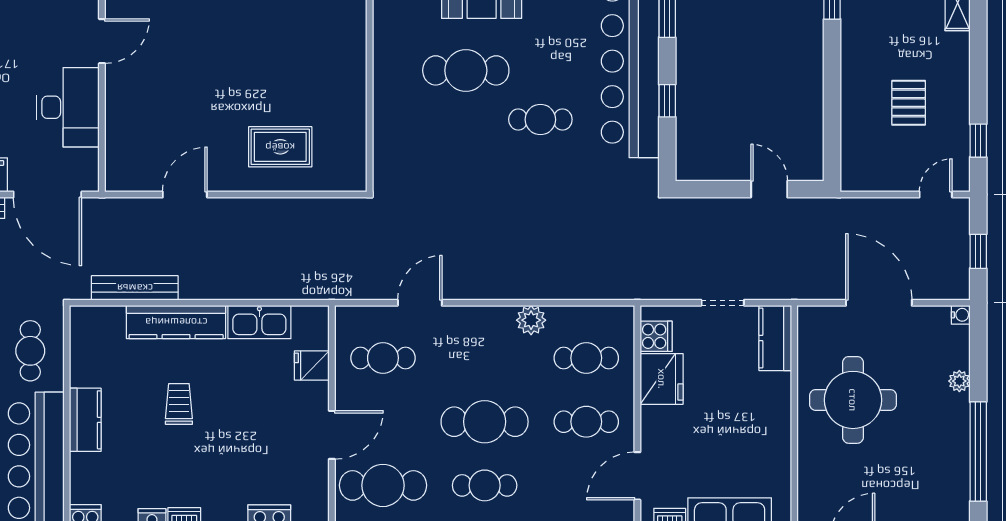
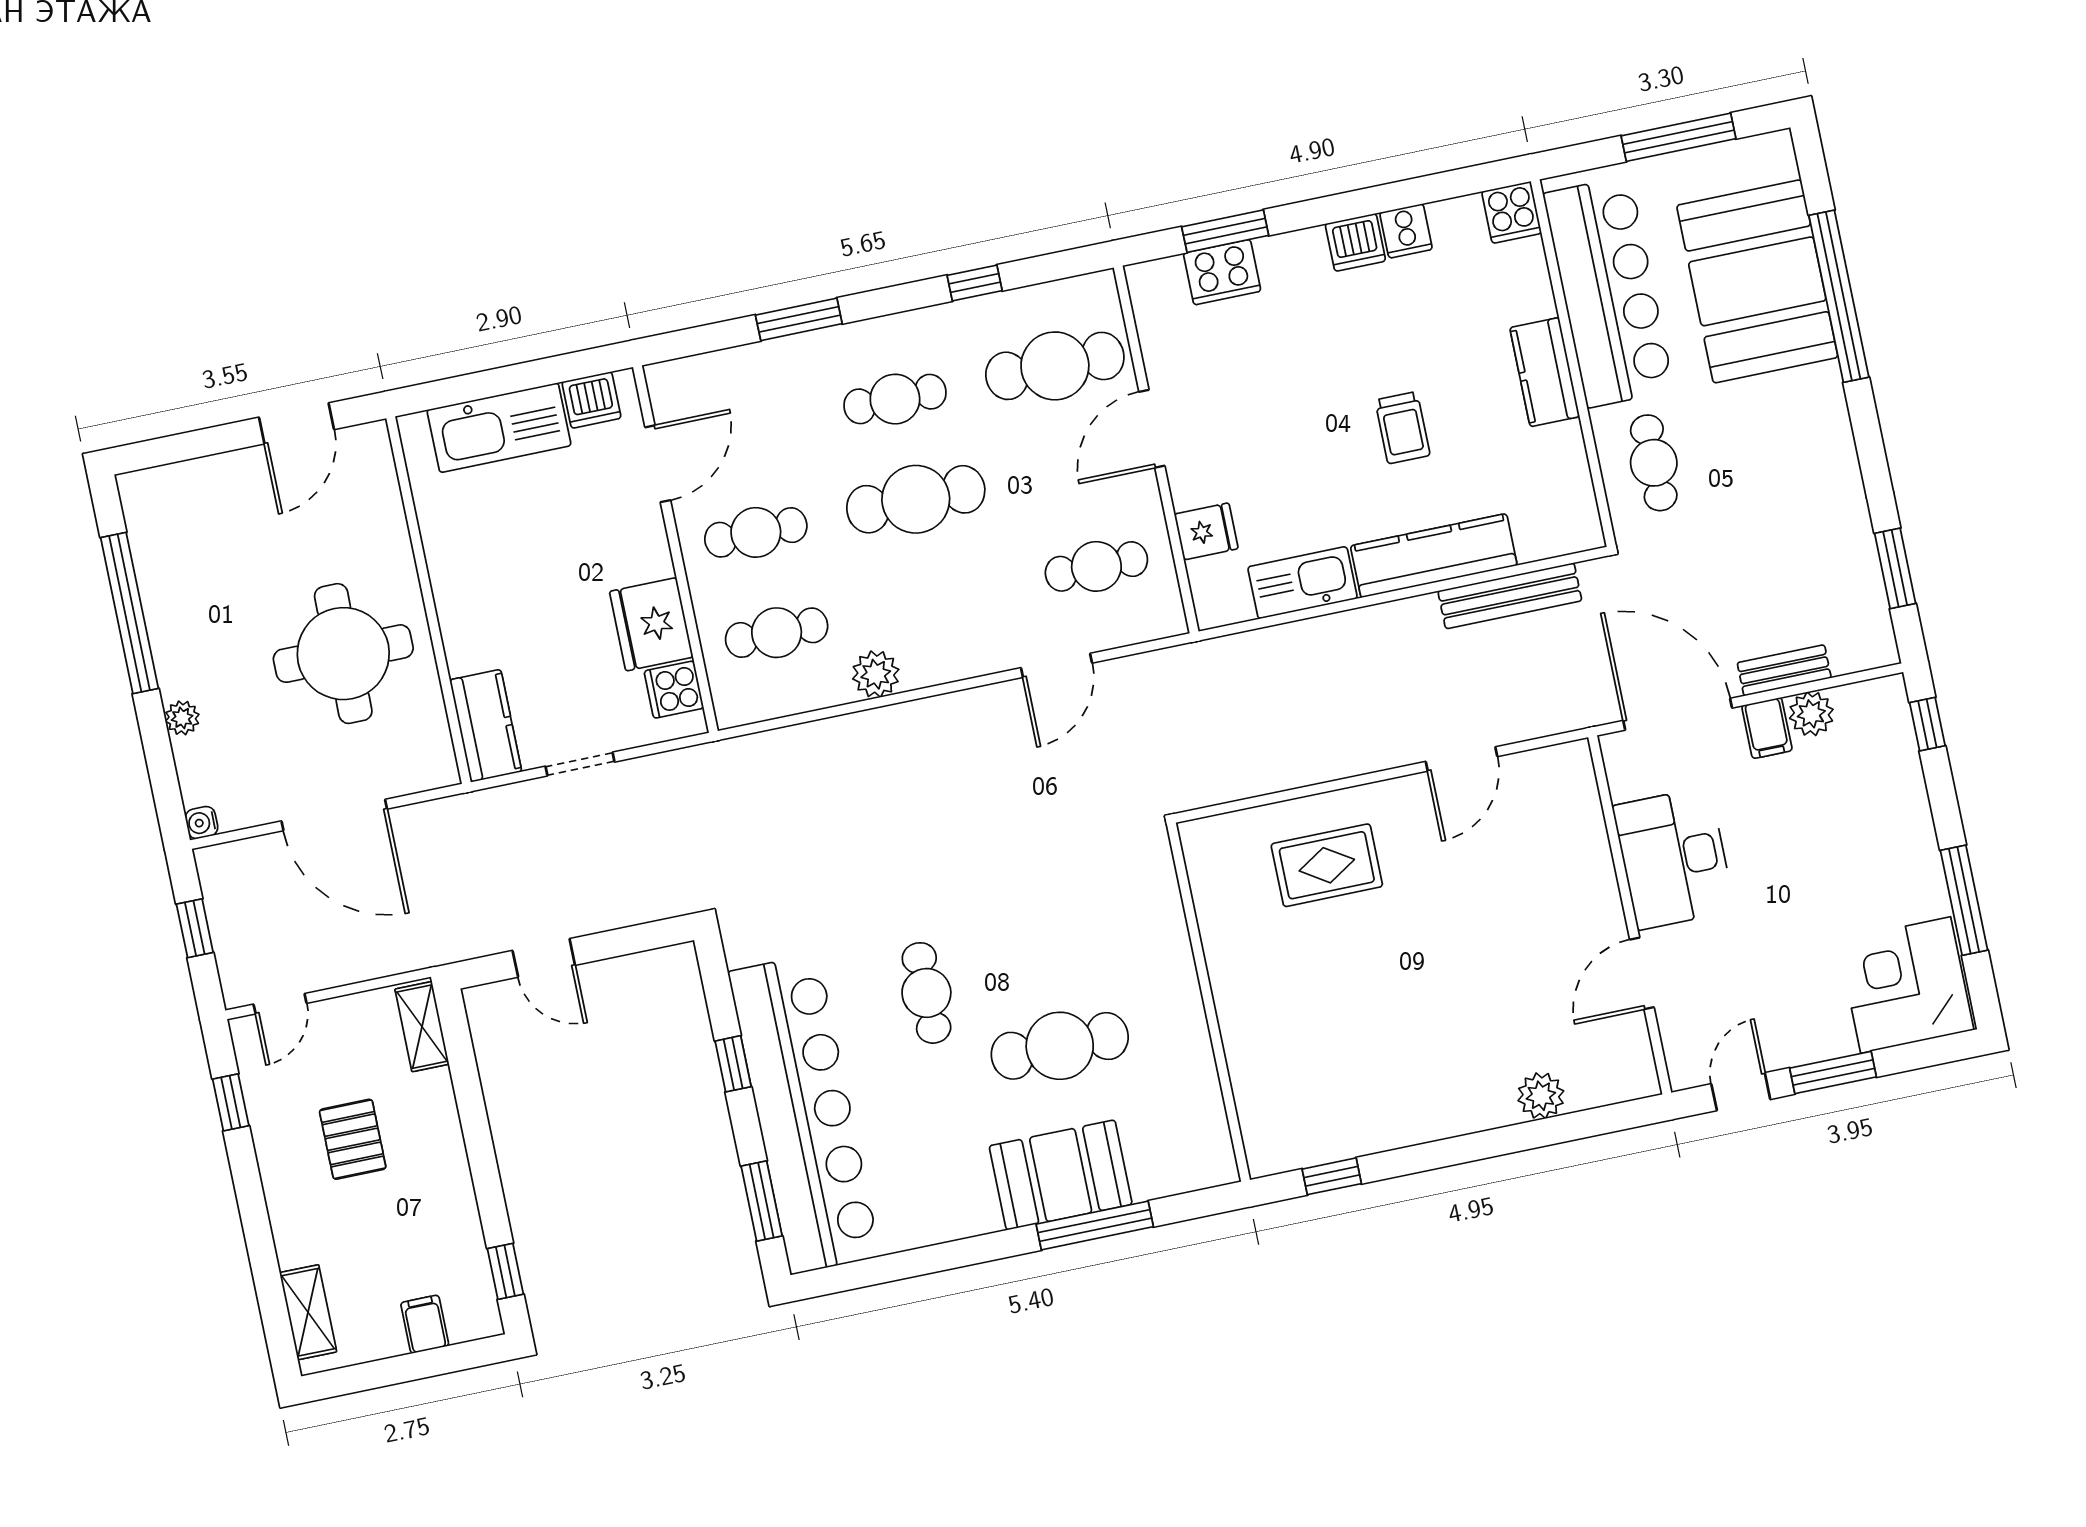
cafe table: (540, 120) -> (926, 993), turned 90
shelving: (852, 163) -> (422, 1027), added

